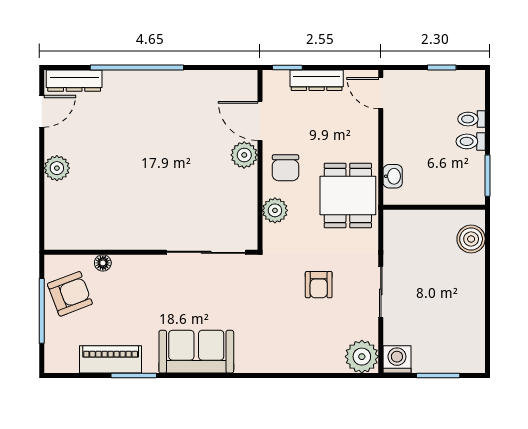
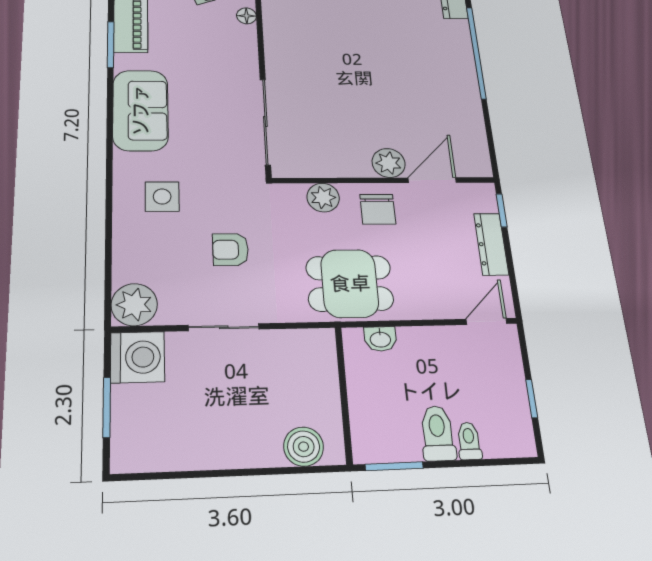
toilet: (471, 141) -> (438, 433), width x1.37, depth x1.39
chair: (285, 168) -> (378, 209), turned -90
side table: (273, 335) -> (162, 197), added
washing machine: (397, 359) -> (138, 357), width x1.37, depth x1.37

